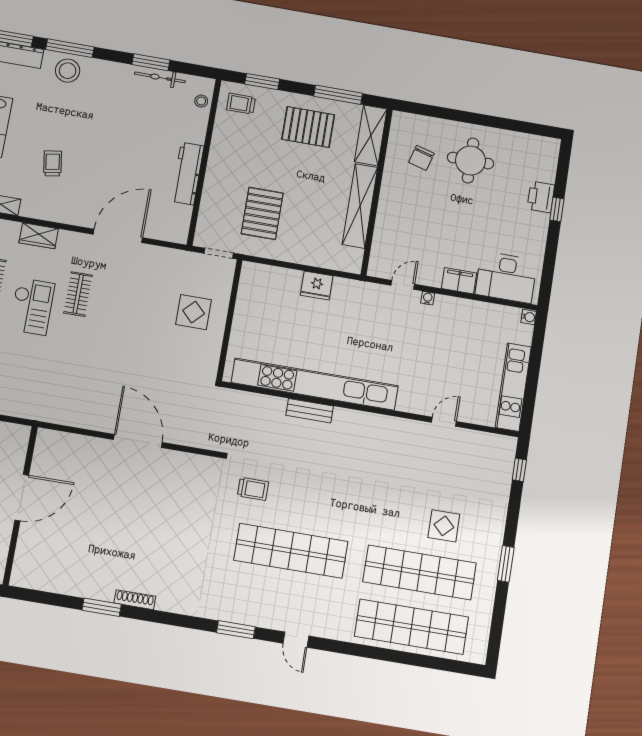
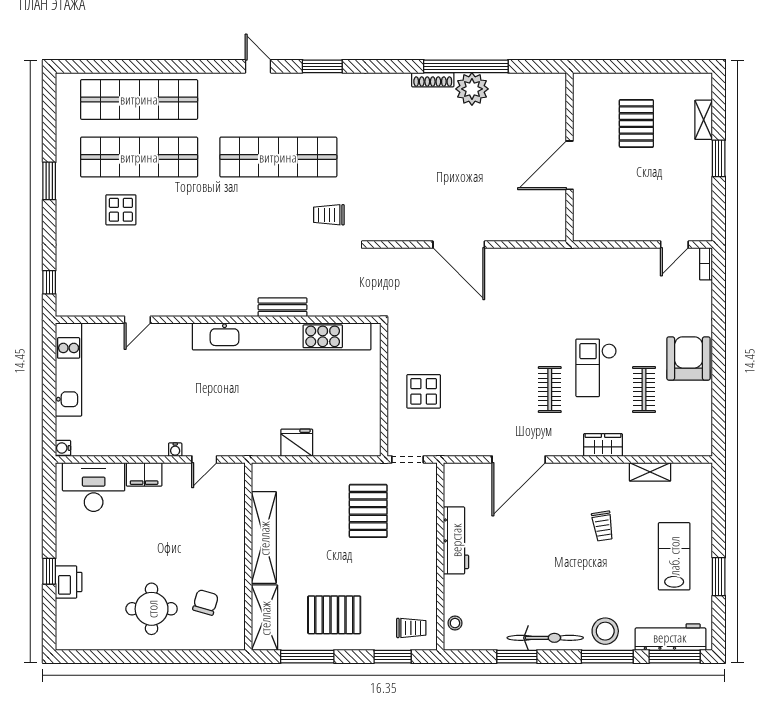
bicycle: (160, 77) -> (545, 638), moved, width x1.37, depth x1.40
plant: (100, 585) -> (472, 89), added
window: (102, 607) -> (466, 66), width x2.11

